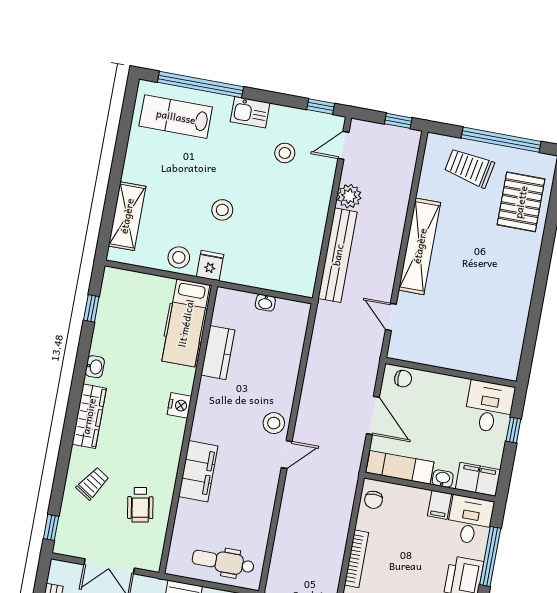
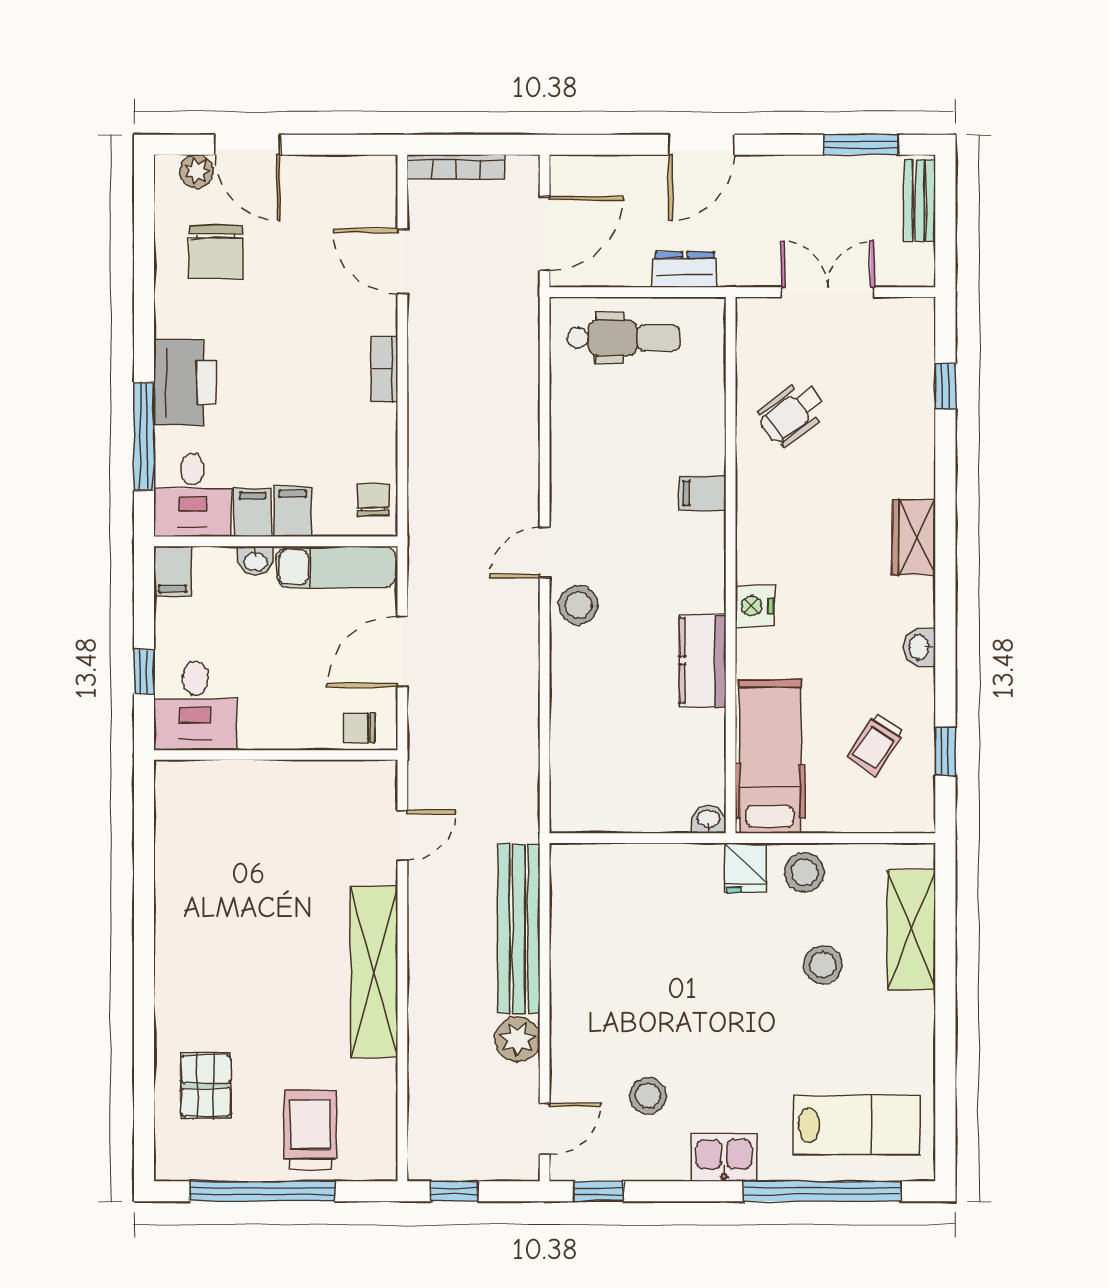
trolley: (469, 168) -> (310, 1130), turned -101
pallet: (521, 202) -> (206, 1086), width x0.67, depth x0.71
stool: (222, 210) -> (823, 965), moved
washbasin: (265, 303) -> (708, 819), moved
door: (391, 317) -> (402, 835), hinge flipped
kitchen counter: (218, 353) -> (703, 660), moved
door: (373, 415) -> (402, 652), hinge flipped
wardrobe: (89, 416) -> (914, 538), width x0.67
filing cabinet: (198, 471) -> (703, 493), width x0.33, depth x0.86
filing cabinet: (478, 479) -> (173, 571), width x0.50
trolley: (93, 483) -> (876, 744), moved
filing cabinet: (418, 501) -> (293, 512), added
wheelchair: (140, 505) -> (792, 414), turned -117
window: (51, 527) -> (945, 387), moved
bookcase: (357, 559) -> (384, 369), width x0.64

